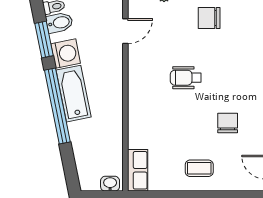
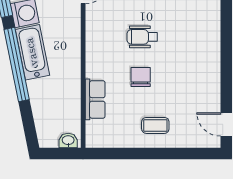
chair: (228, 123) -> (141, 77), moved
row of seats: (138, 170) -> (95, 99), moved

